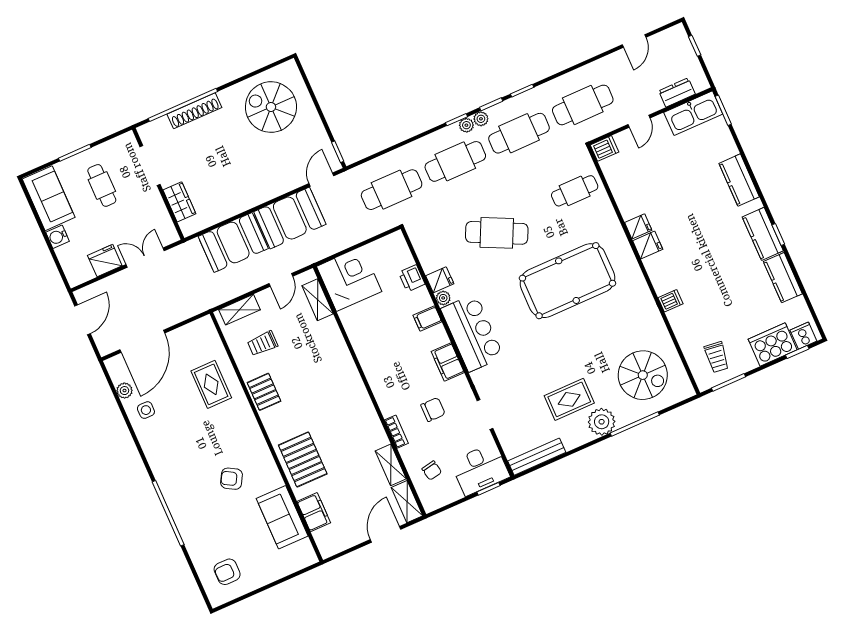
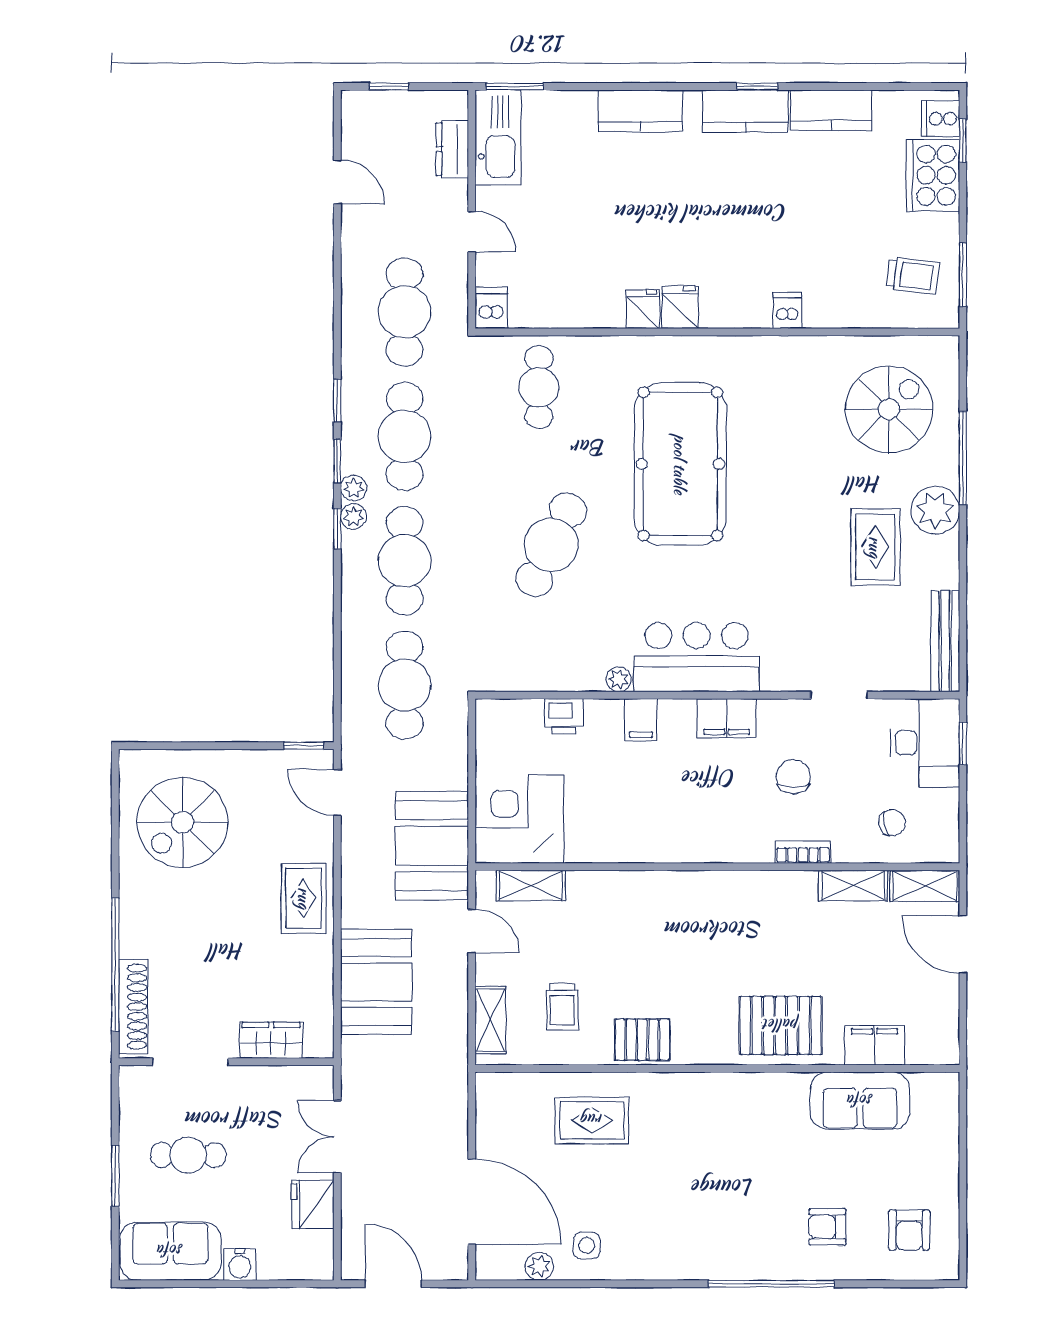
shoe rack: (194, 111) -> (133, 1007), moved
rug: (259, 186) -> (304, 898), added
booth: (290, 218) -> (432, 846), moved
fridge: (440, 280) -> (586, 672), removed
armchair: (232, 479) -> (827, 1227), moved, turned 60

